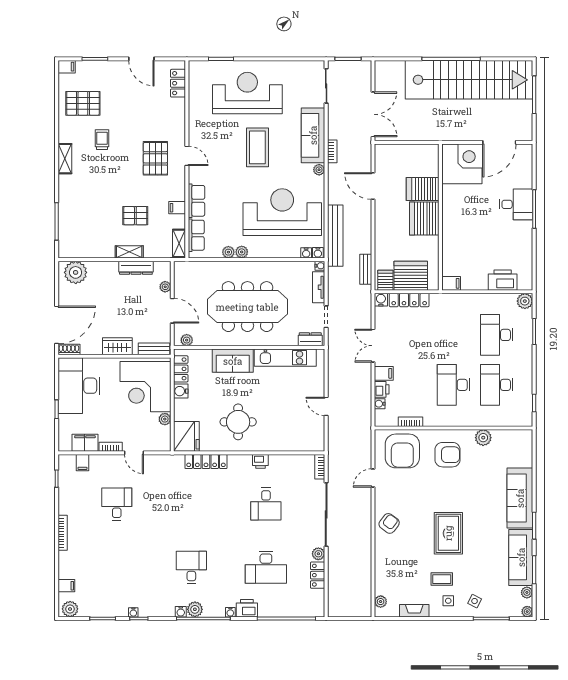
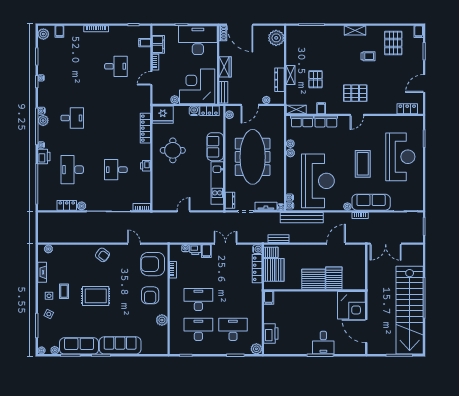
coffee table: (257, 147) -> (363, 164), turned 90

